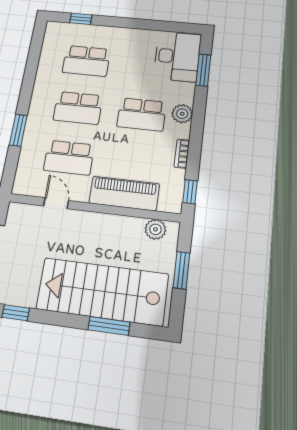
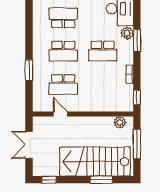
school desk: (86, 61) -> (63, 18), turned 180
window: (203, 70) -> (137, 41), moved
plant: (182, 114) -> (127, 33), moved
piano: (124, 193) -> (99, 103), removed
window: (181, 270) -> (137, 144), width x1.44

